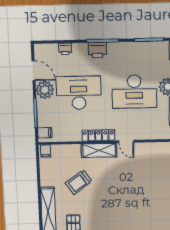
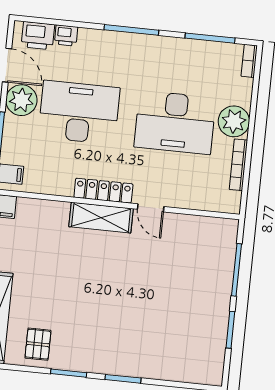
printer: (97, 50) -> (38, 36), moved
trolley: (79, 182) -> (58, 270), removed

